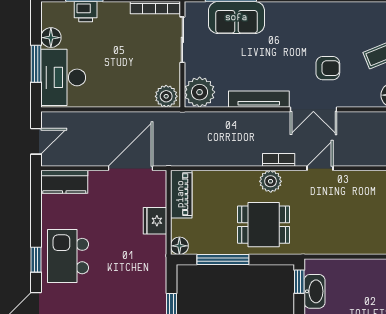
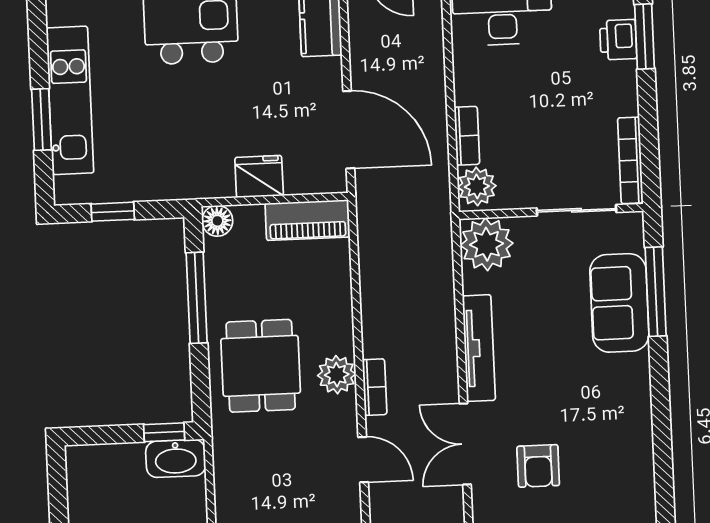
bookcase: (137, 101) -> (467, 136), added
washbasin: (314, 291) -> (176, 458), moved

